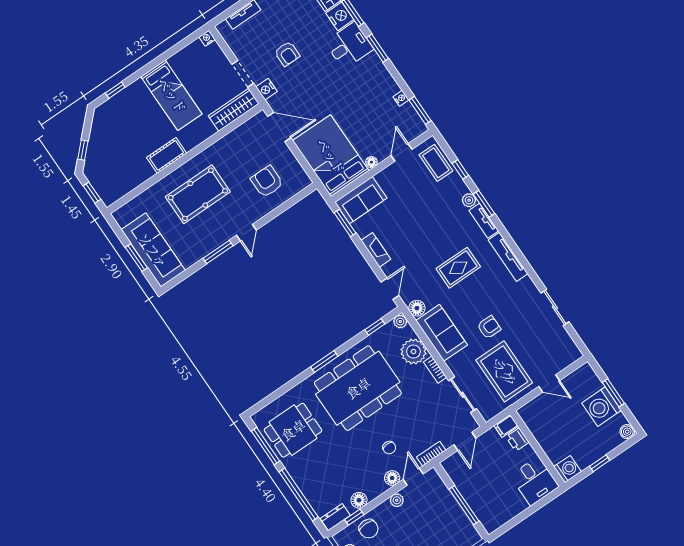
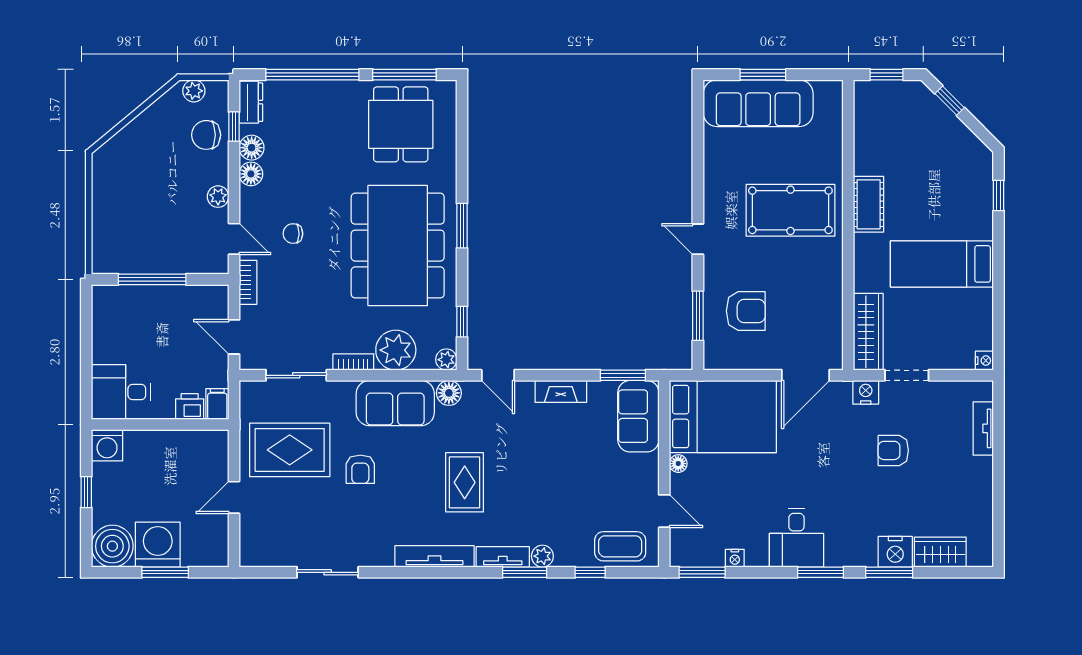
desk: (349, 46) -> (796, 538), moved
pool table: (198, 194) -> (790, 210), turned 90
window: (218, 252) -> (698, 316), moved
boiler: (627, 432) -> (112, 546), width x1.86, depth x1.86
floor lamp: (392, 478) -> (251, 174), moved

